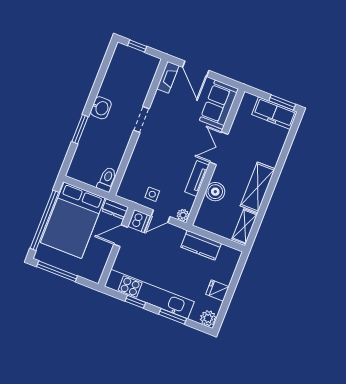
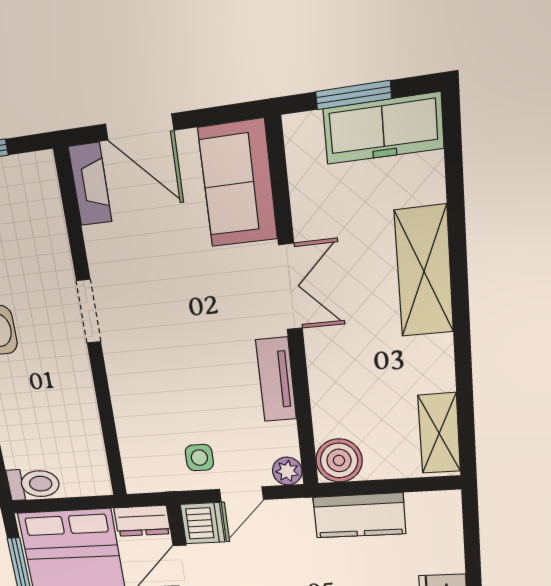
window: (282, 103) -> (353, 95), moved
double door: (219, 148) -> (290, 287), swing flipped
toilet: (107, 179) -> (34, 484), moved, turned 90
shelving: (258, 187) -> (424, 271), moved
boiler: (215, 192) -> (339, 460), moved

